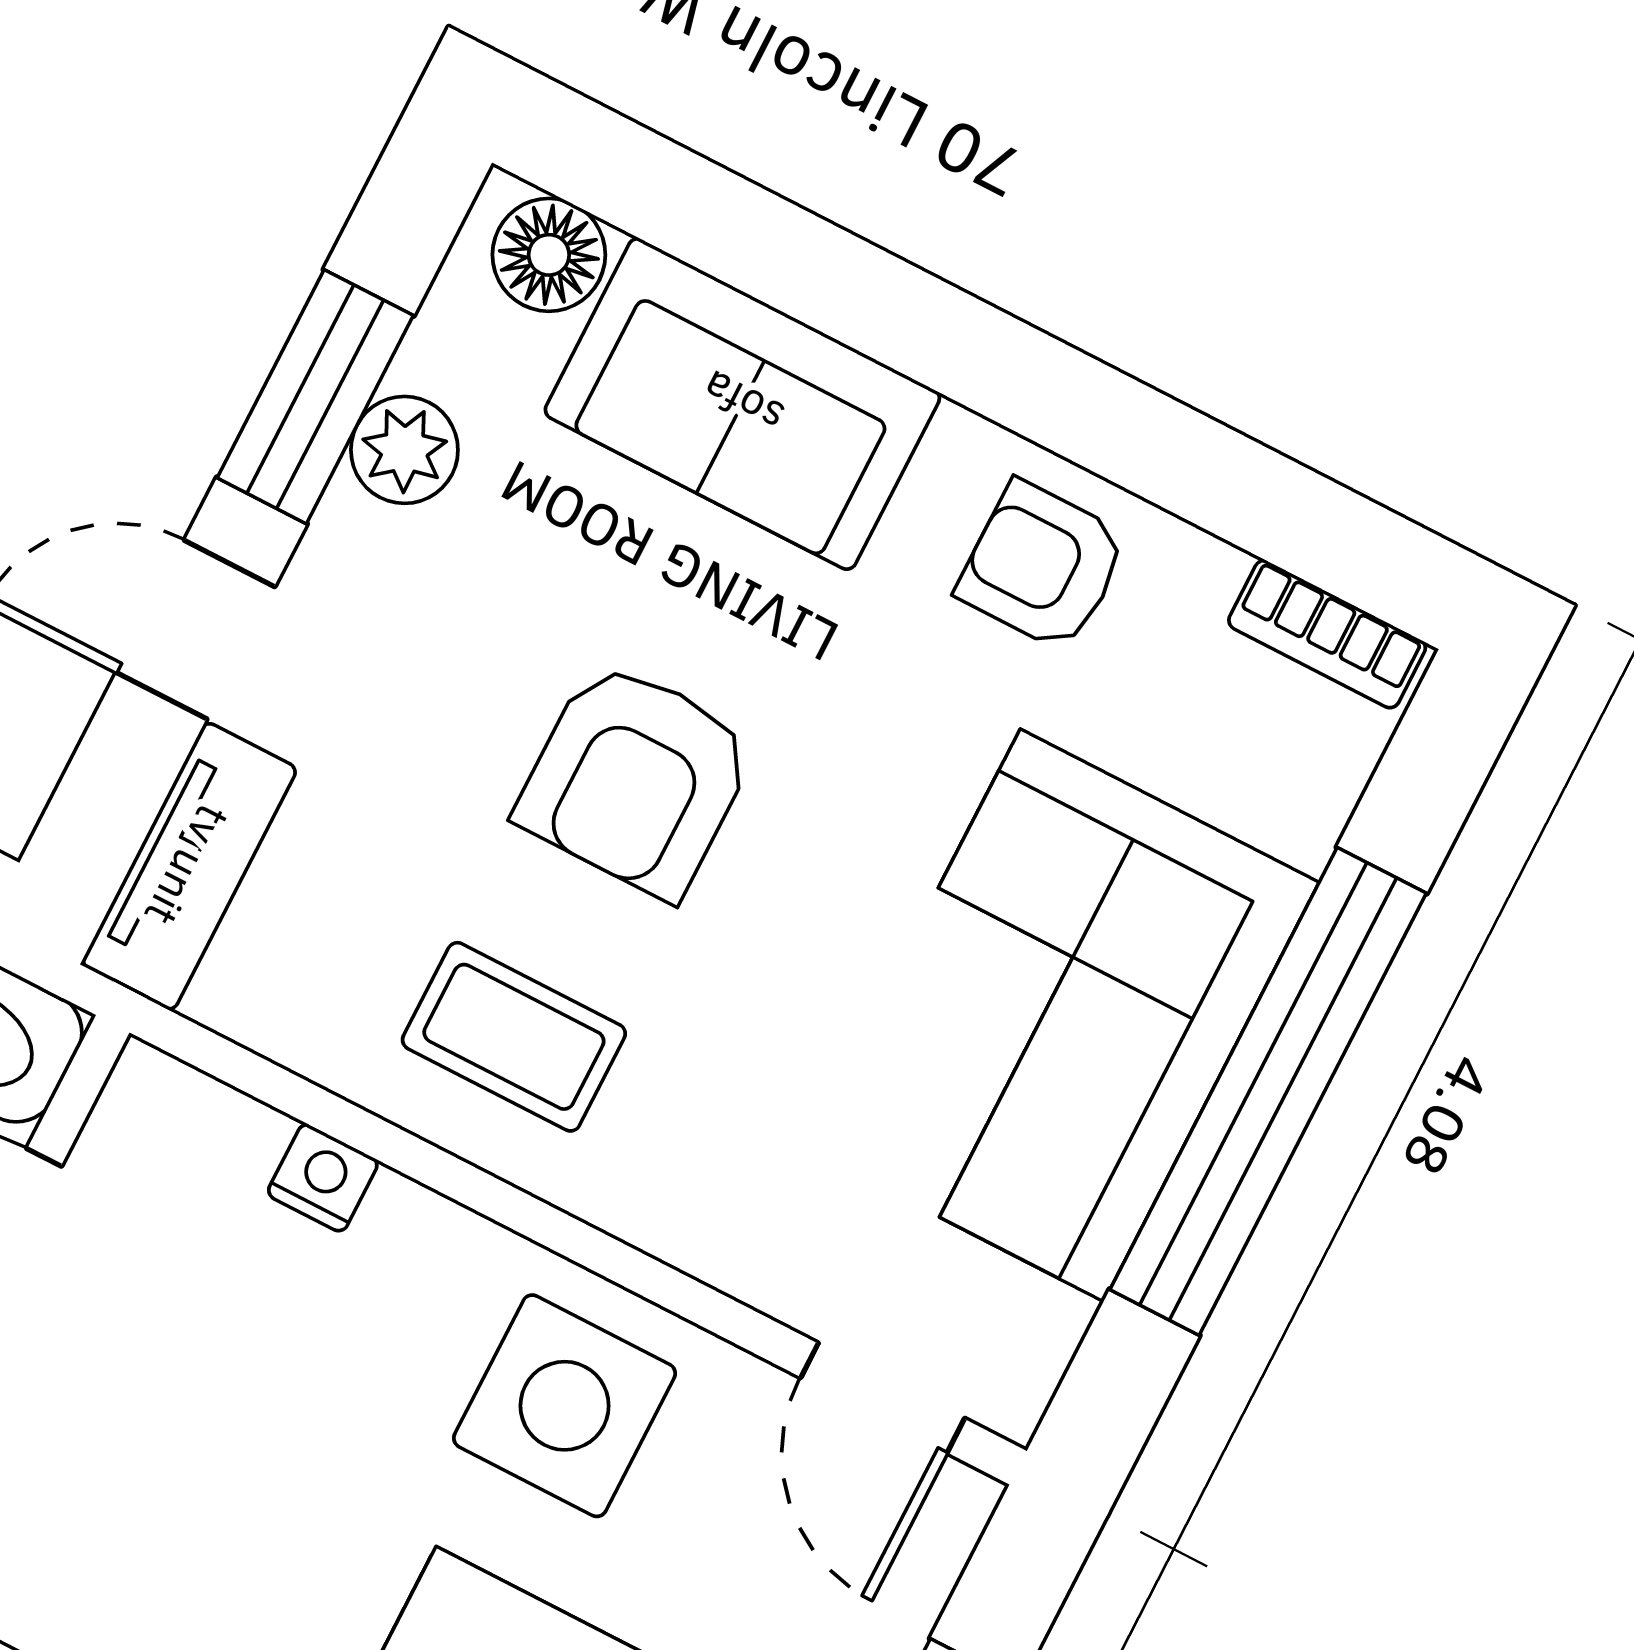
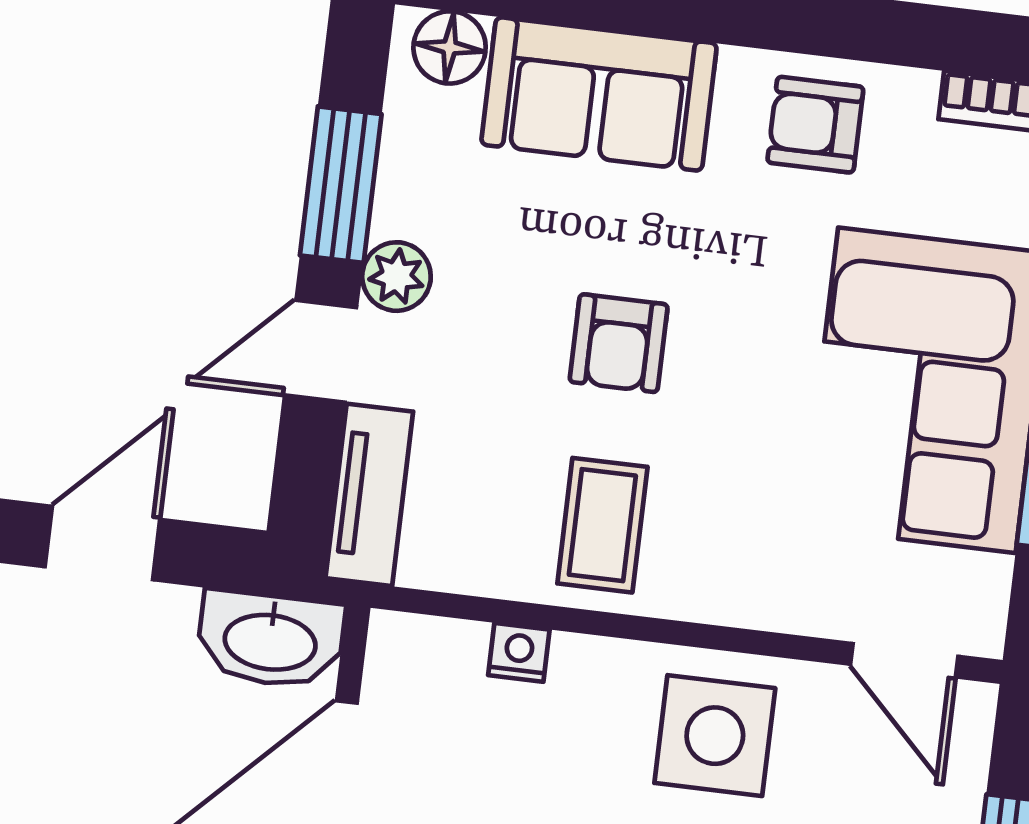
plant: (404, 450) -> (396, 277), moved
armchair: (636, 779) -> (619, 343), width x0.72, depth x0.72
coffee table: (514, 1037) -> (602, 525), turned 90

